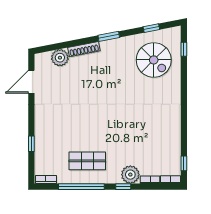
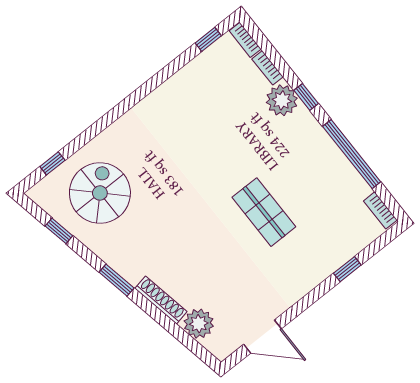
shop shelf: (87, 161) -> (264, 212), moved

